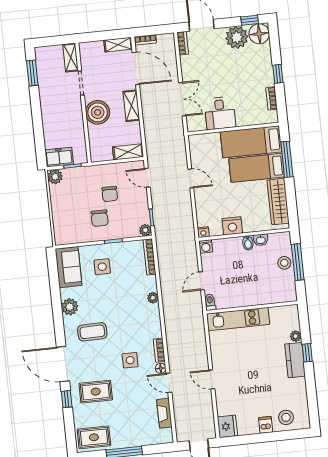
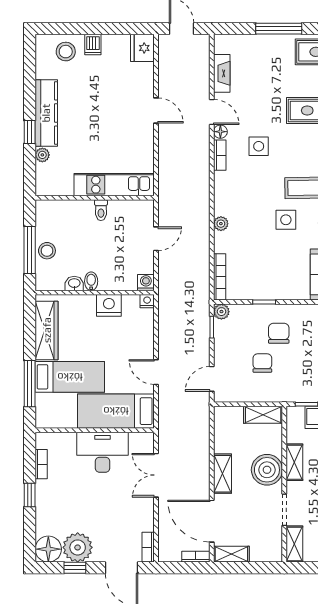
window: (250, 20) -> (75, 568), moved
desk: (220, 113) -> (103, 452), width x1.37
shelving: (77, 120) -> (294, 462), added
bed: (251, 142) -> (116, 411), moved, turned 180
shelving: (128, 152) -> (263, 415), moved
door: (147, 178) -> (212, 379), swing flipped
side table: (102, 267) -> (286, 220), moved
toilet: (210, 302) -> (101, 210), moved
kitchen counter: (295, 360) -> (46, 113), width x1.50

